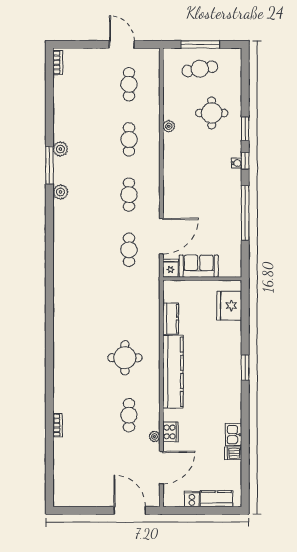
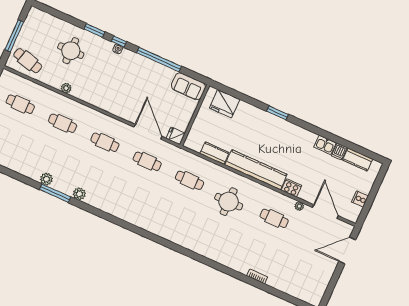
cafe table: (200, 69) -> (28, 61), moved, turned -66
sofa: (199, 266) -> (188, 86), moved, turned -90
cafe table: (129, 305) -> (190, 180), added
cooker: (170, 432) -> (291, 188), moved
kitchen counter: (216, 499) -> (358, 159), moved, turned -90

